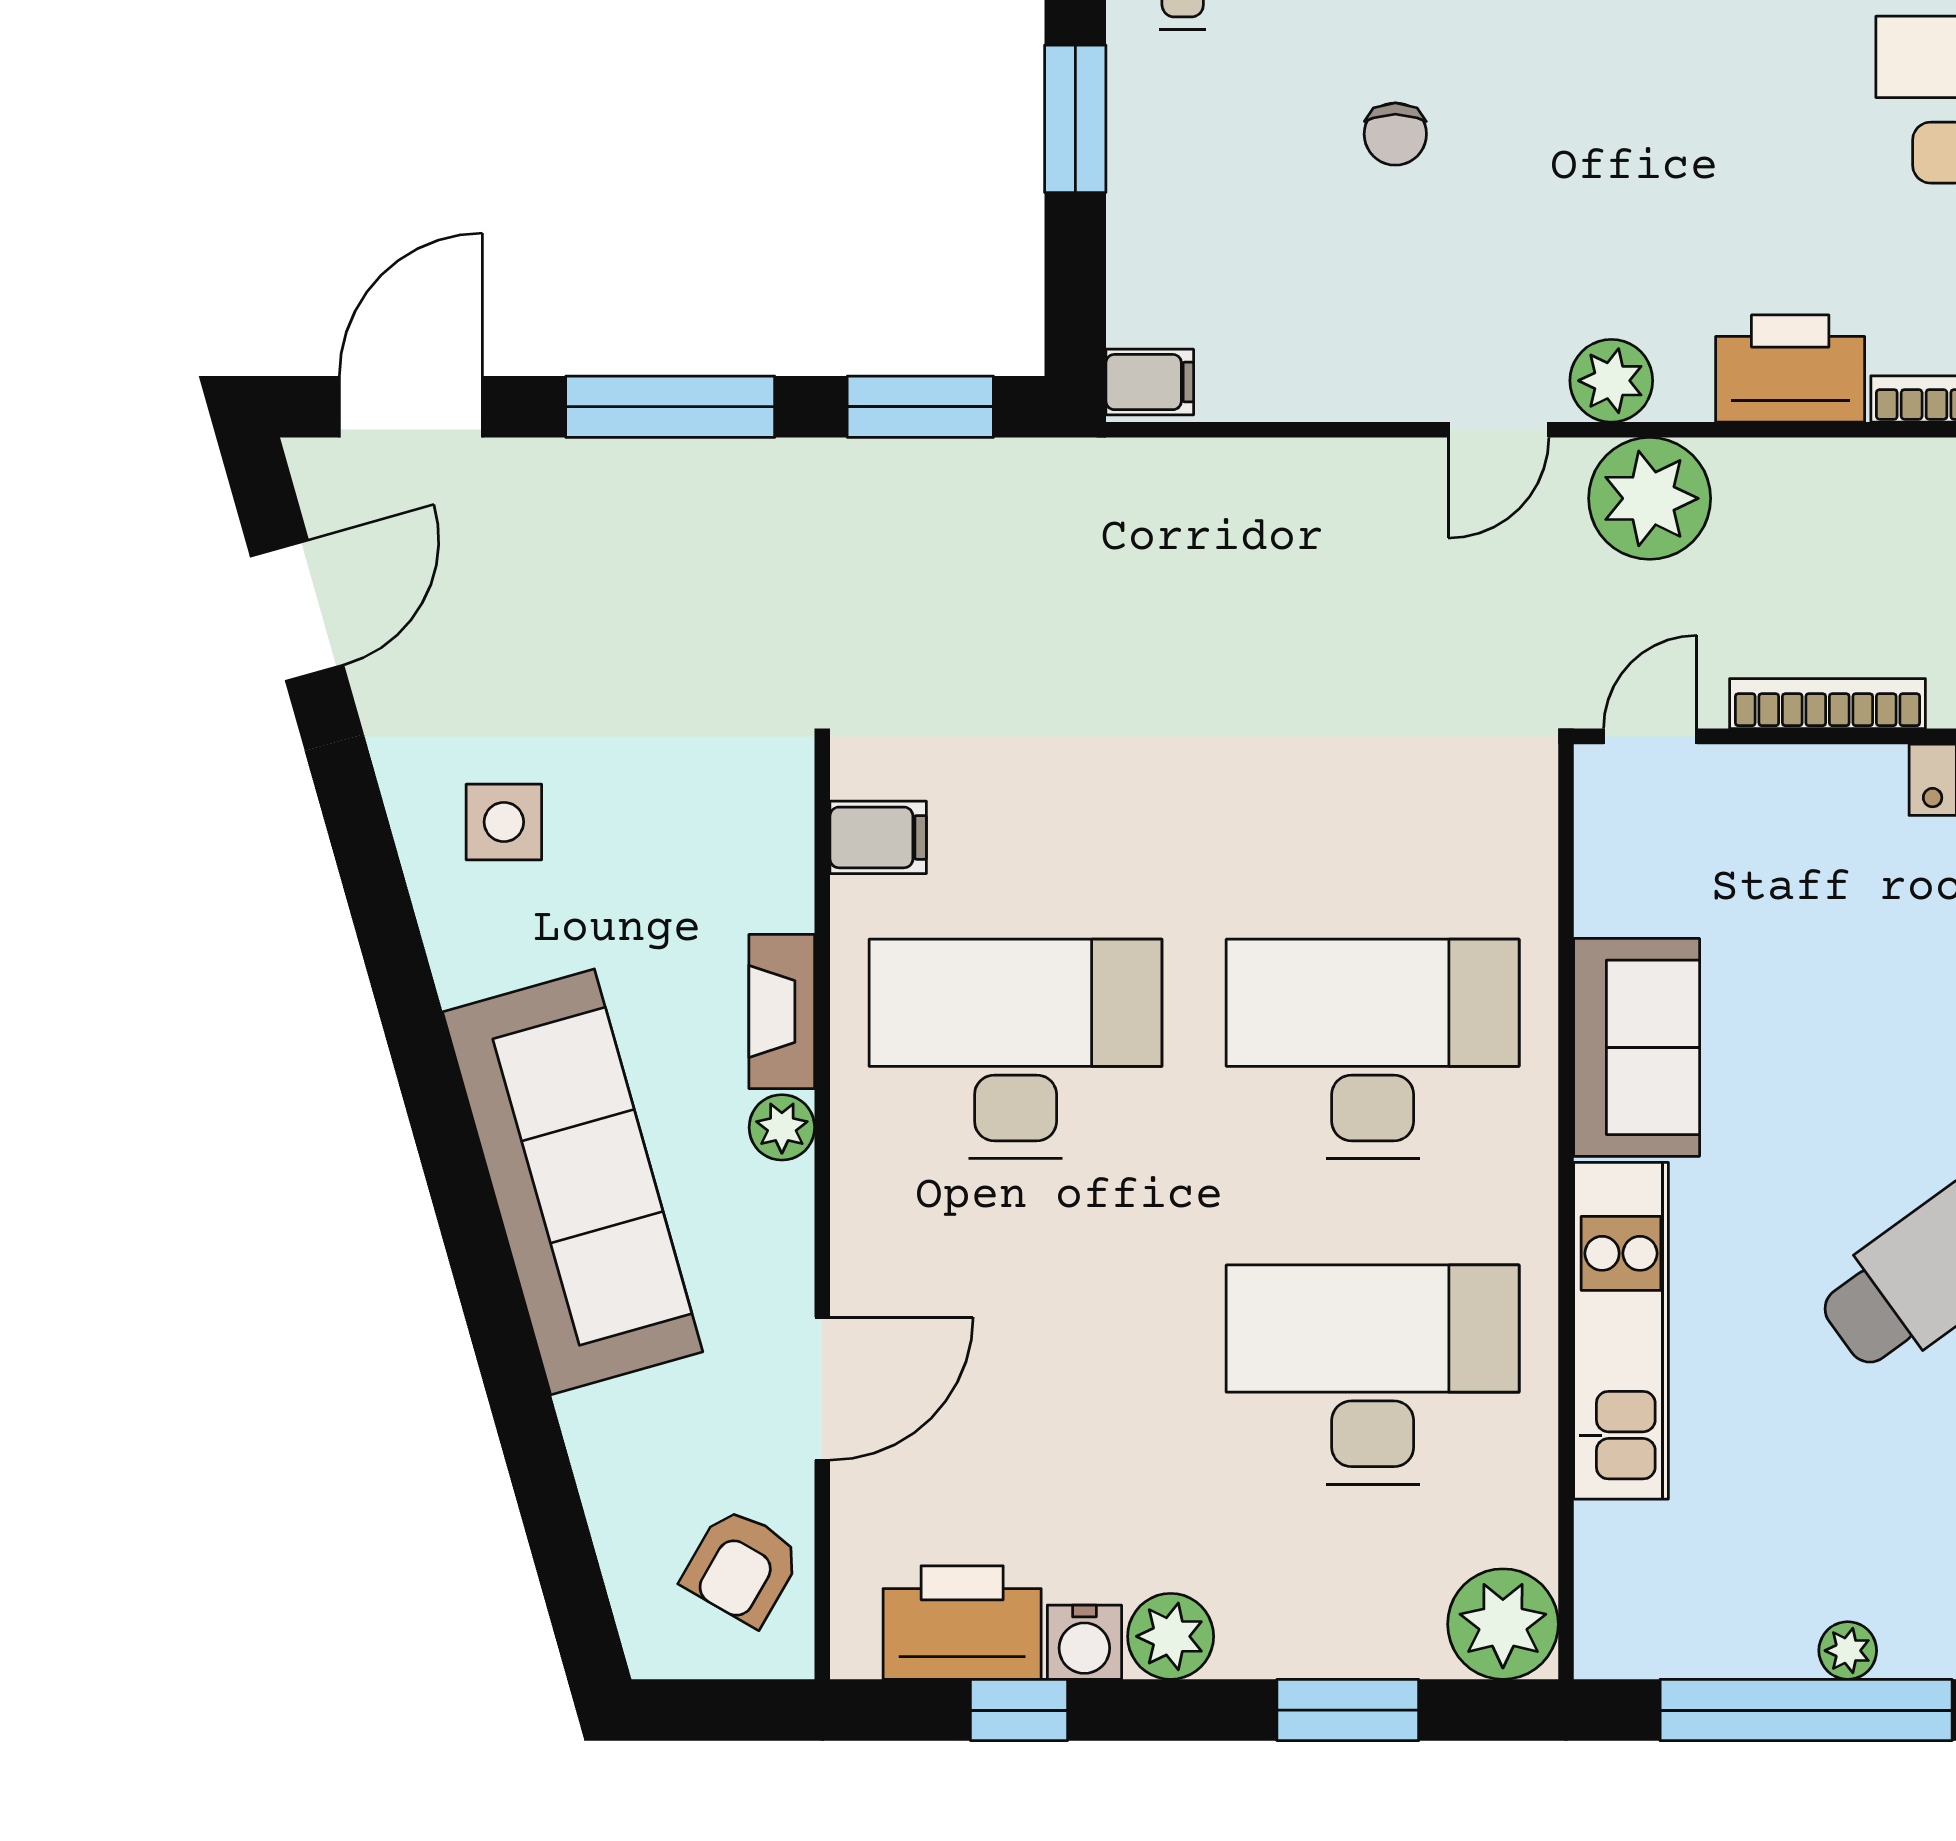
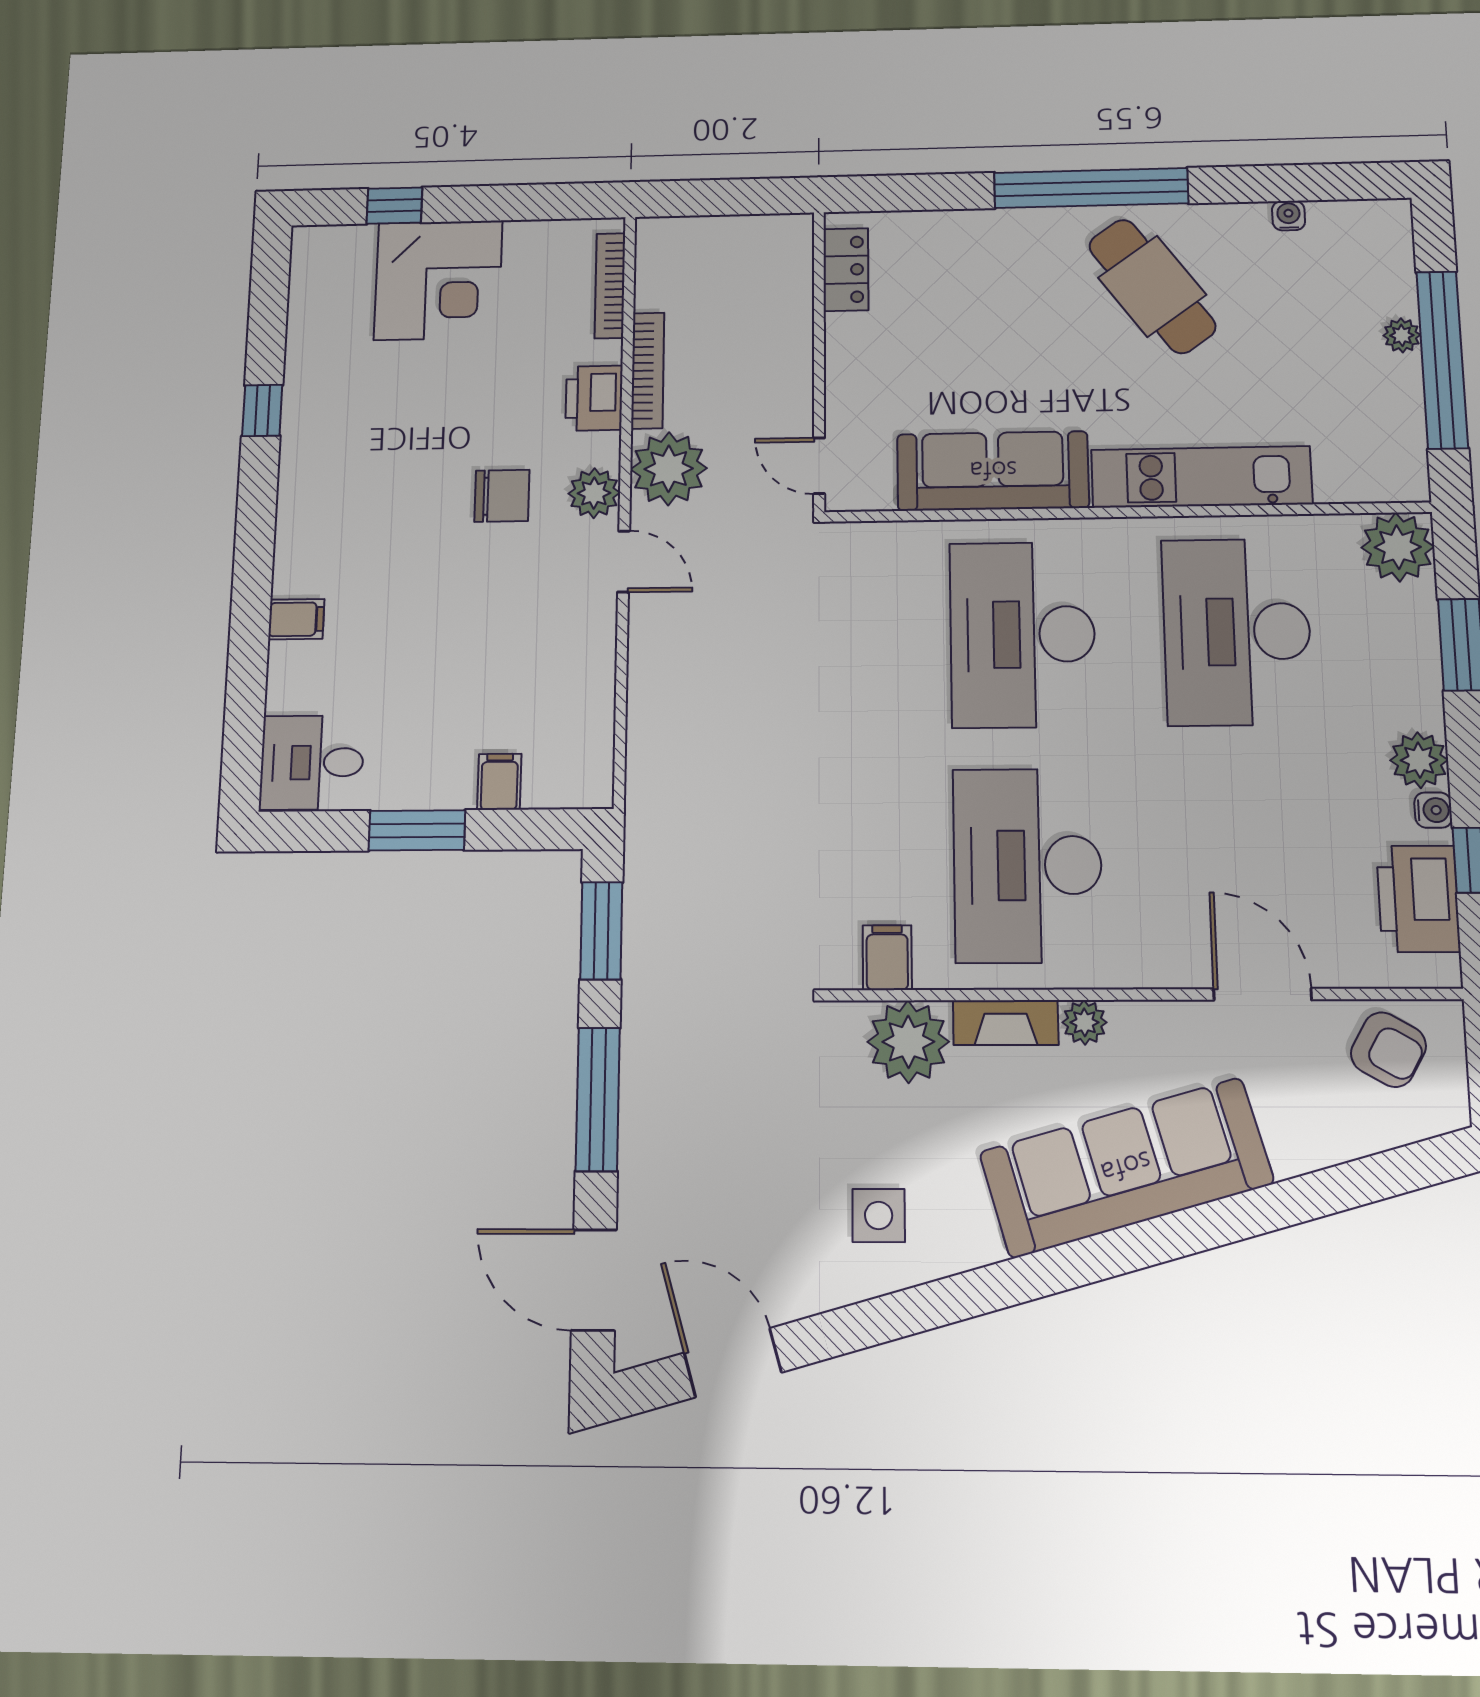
chair: (1395, 134) -> (502, 496), moved, width x1.37, depth x1.37
printer: (1790, 369) -> (594, 398), width x0.73, depth x0.84
filing cabinet: (1150, 382) -> (499, 782), moved
bookcase: (1827, 704) -> (648, 371), moved, turned 180
plant: (754, 868) -> (908, 1042), added
sofa: (1637, 1047) -> (993, 471), width x1.36
water cooler: (1084, 1642) -> (1433, 810), width x0.72, depth x0.72

